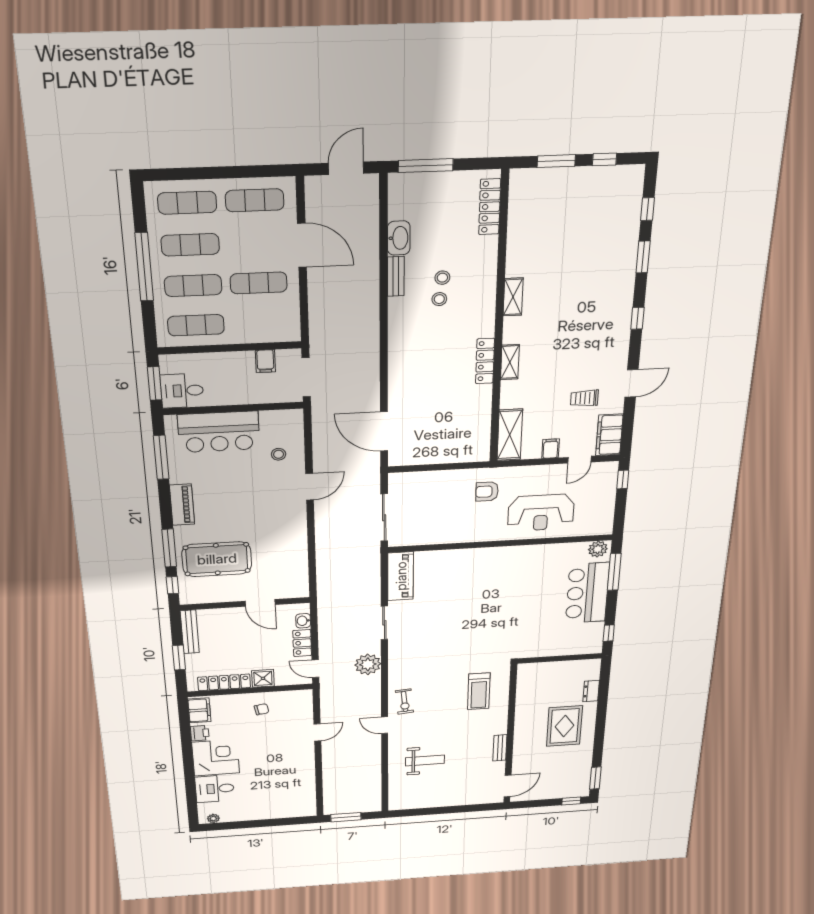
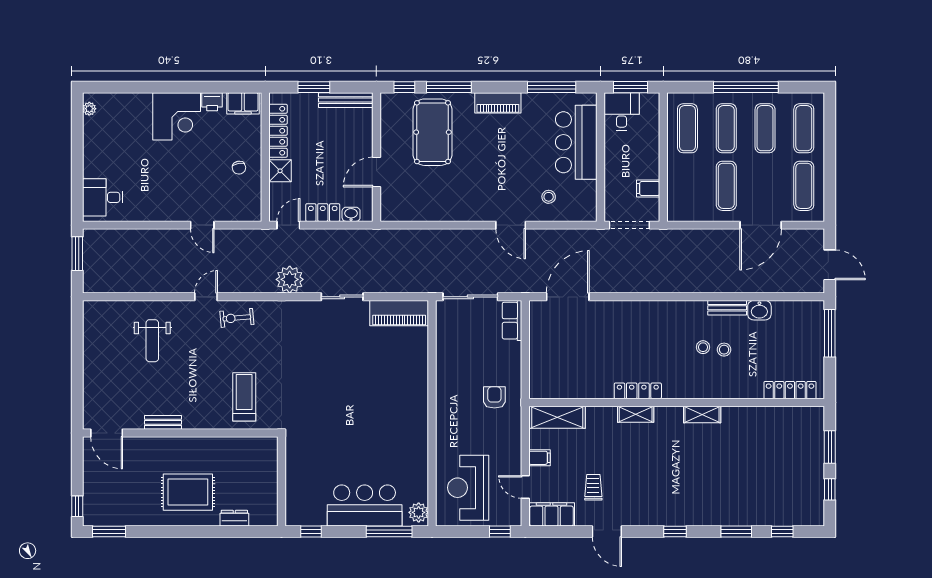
washbasin: (399, 238) -> (759, 310), width x0.72
row of seats: (409, 480) -> (512, 321), added
reception desk: (541, 513) -> (468, 488), moved
treadmill: (479, 691) -> (244, 397), turned 90
desk: (215, 789) -> (103, 197), moved, turned -90

